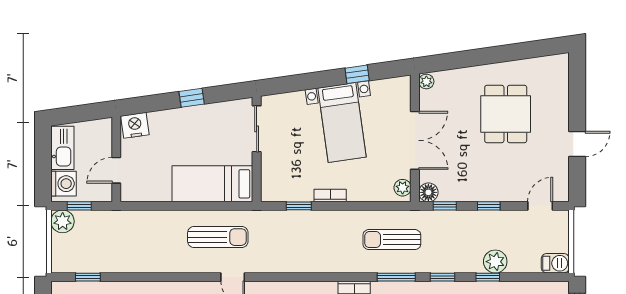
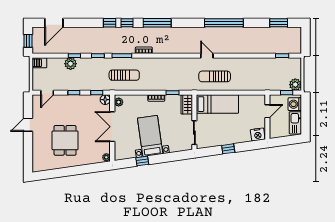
wardrobe: (272, 183) -> (187, 104), added

